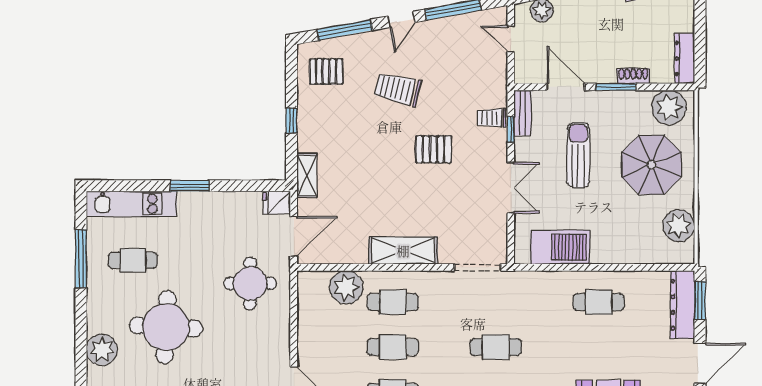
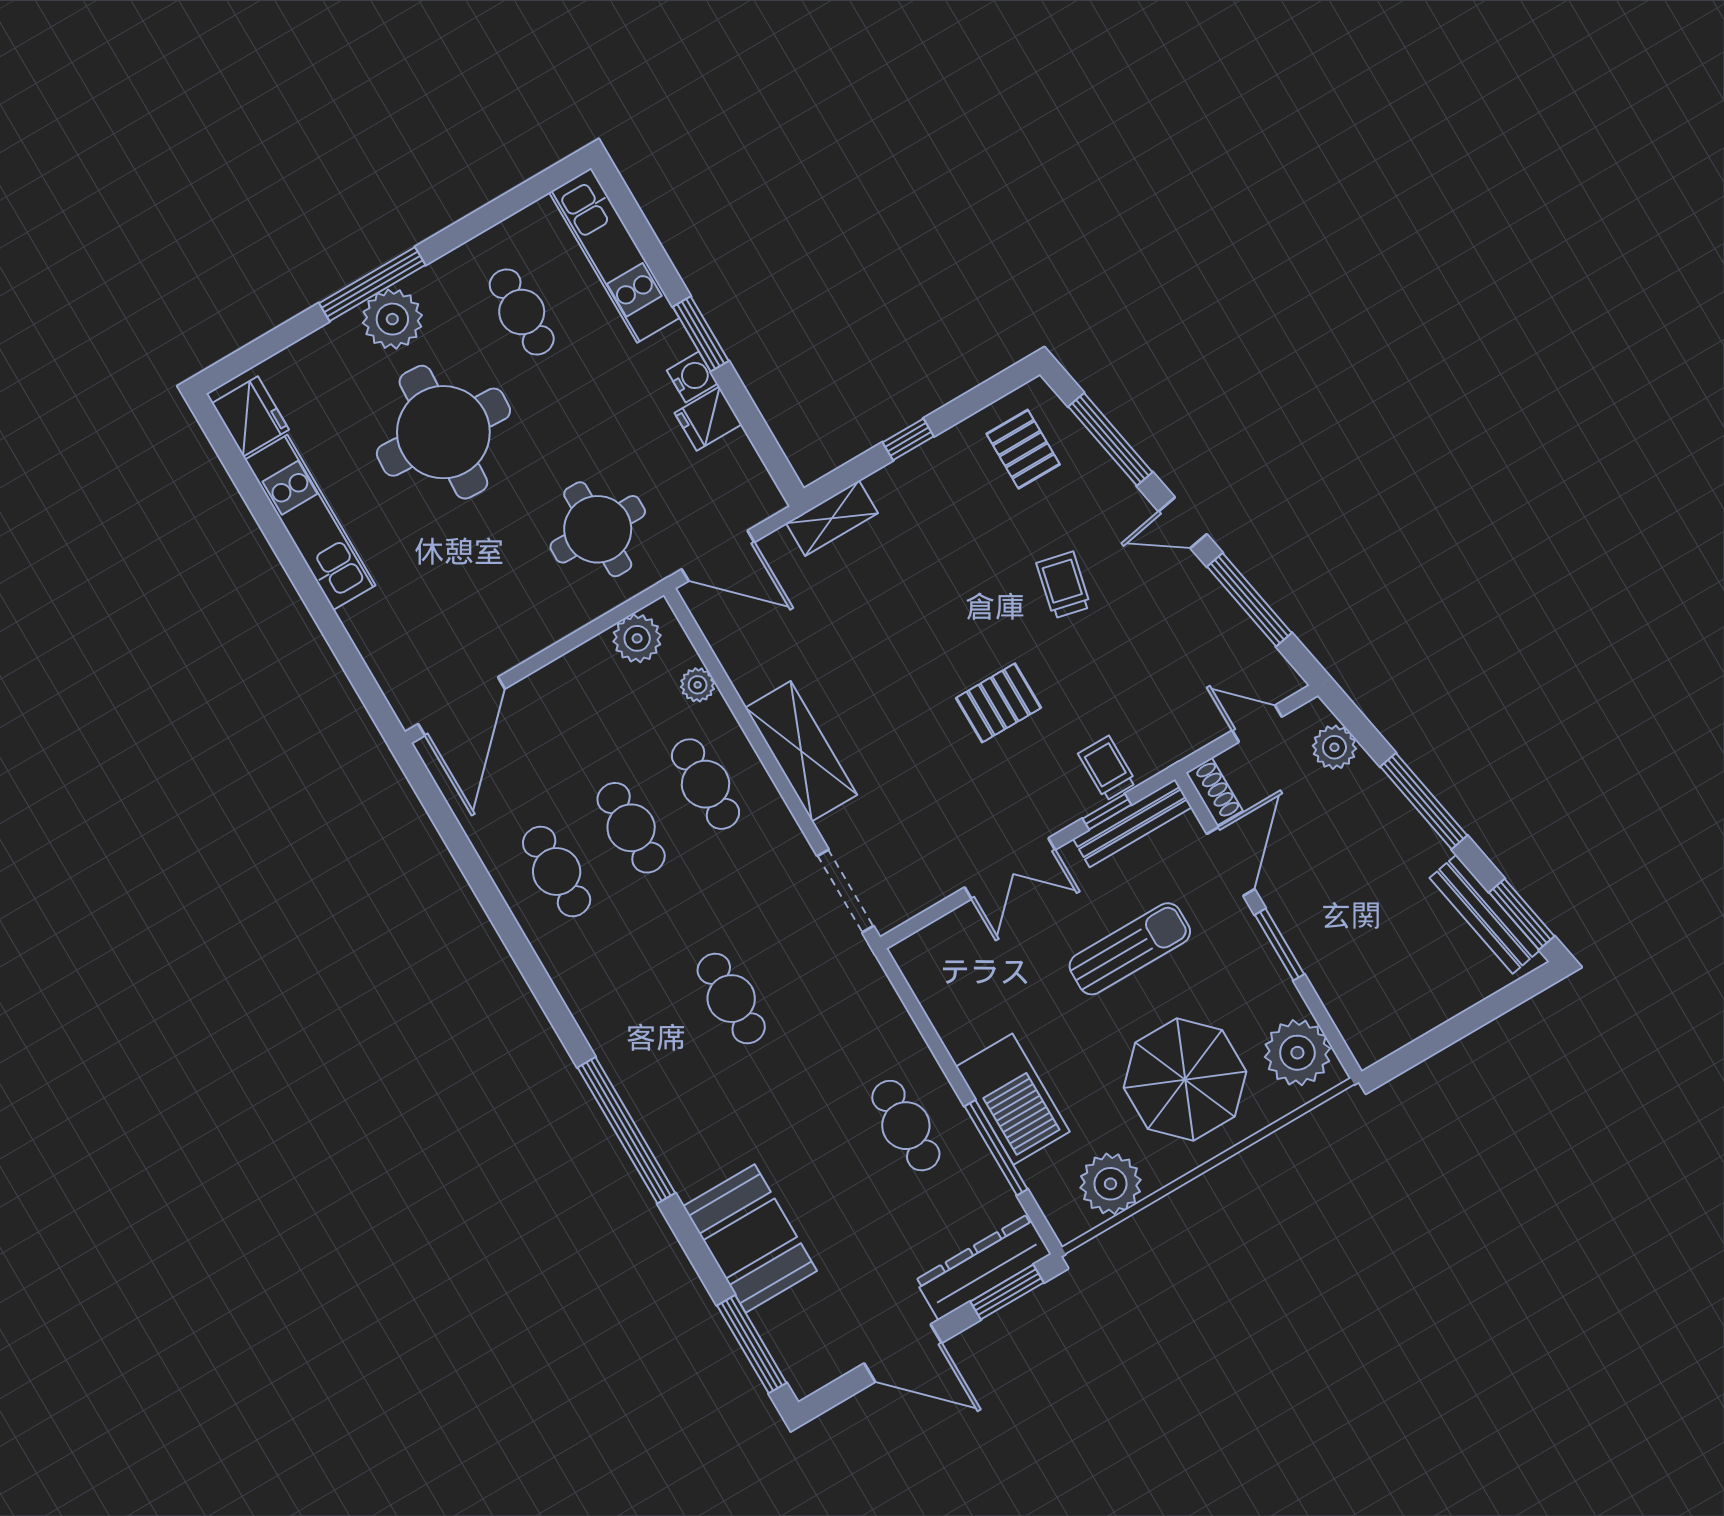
door: (511, 39) -> (1257, 724), hinge flipped
dresser: (685, 58) -> (1394, 1031), removed
shoe rack: (633, 76) -> (1214, 792), moved
trolley: (398, 89) -> (1063, 585), width x0.73, depth x0.72
bench: (523, 113) -> (1132, 823), width x1.36
pallet: (433, 149) -> (999, 703), turned 90
water cooler: (207, 201) -> (692, 377), added
fridge: (277, 203) -> (708, 419), moved, turned -90
barbecue: (560, 247) -> (1013, 1099), moved
window: (81, 259) -> (372, 284), moved
window: (632, 267) -> (996, 1148), added
plant: (346, 287) -> (698, 685), width x0.53, depth x0.53
plant: (309, 294) -> (637, 638), added
plant: (102, 350) -> (392, 319), moved

